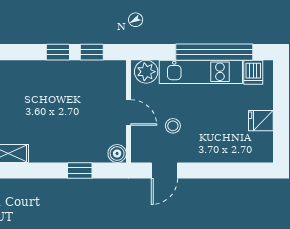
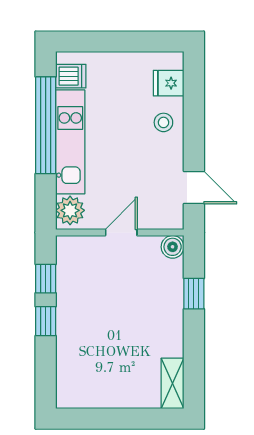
fridge: (261, 121) -> (169, 83), moved, turned 90
stool: (173, 126) -> (163, 122), moved

